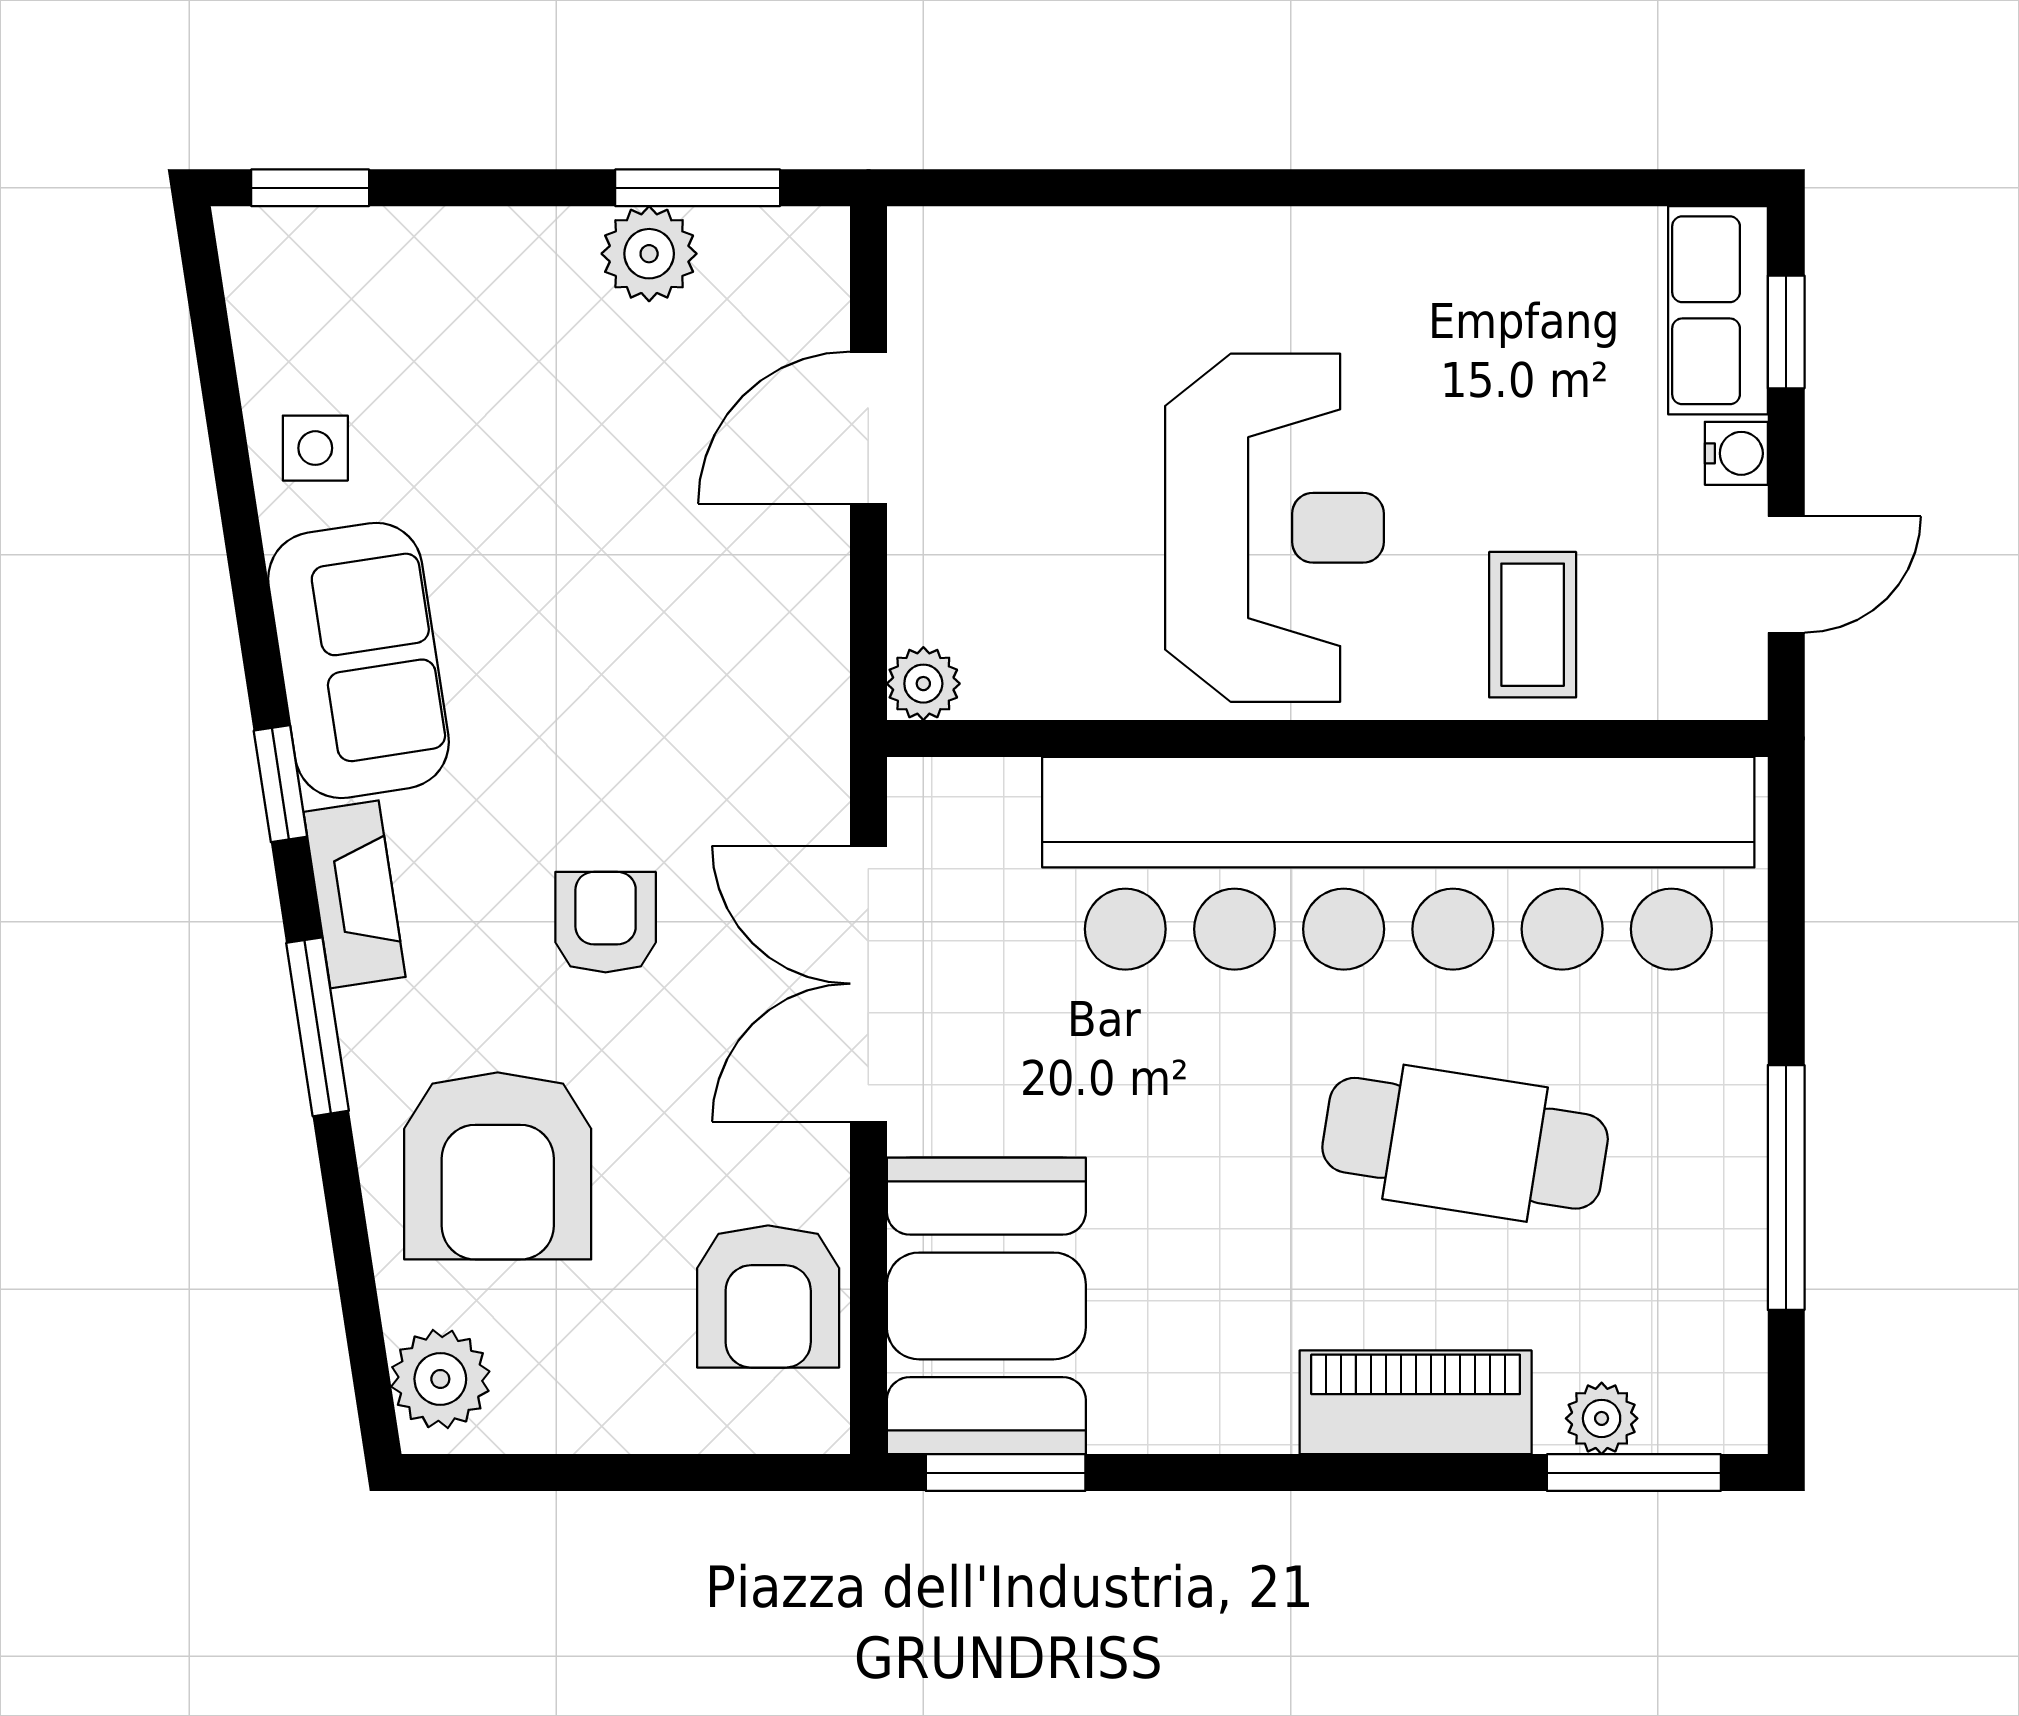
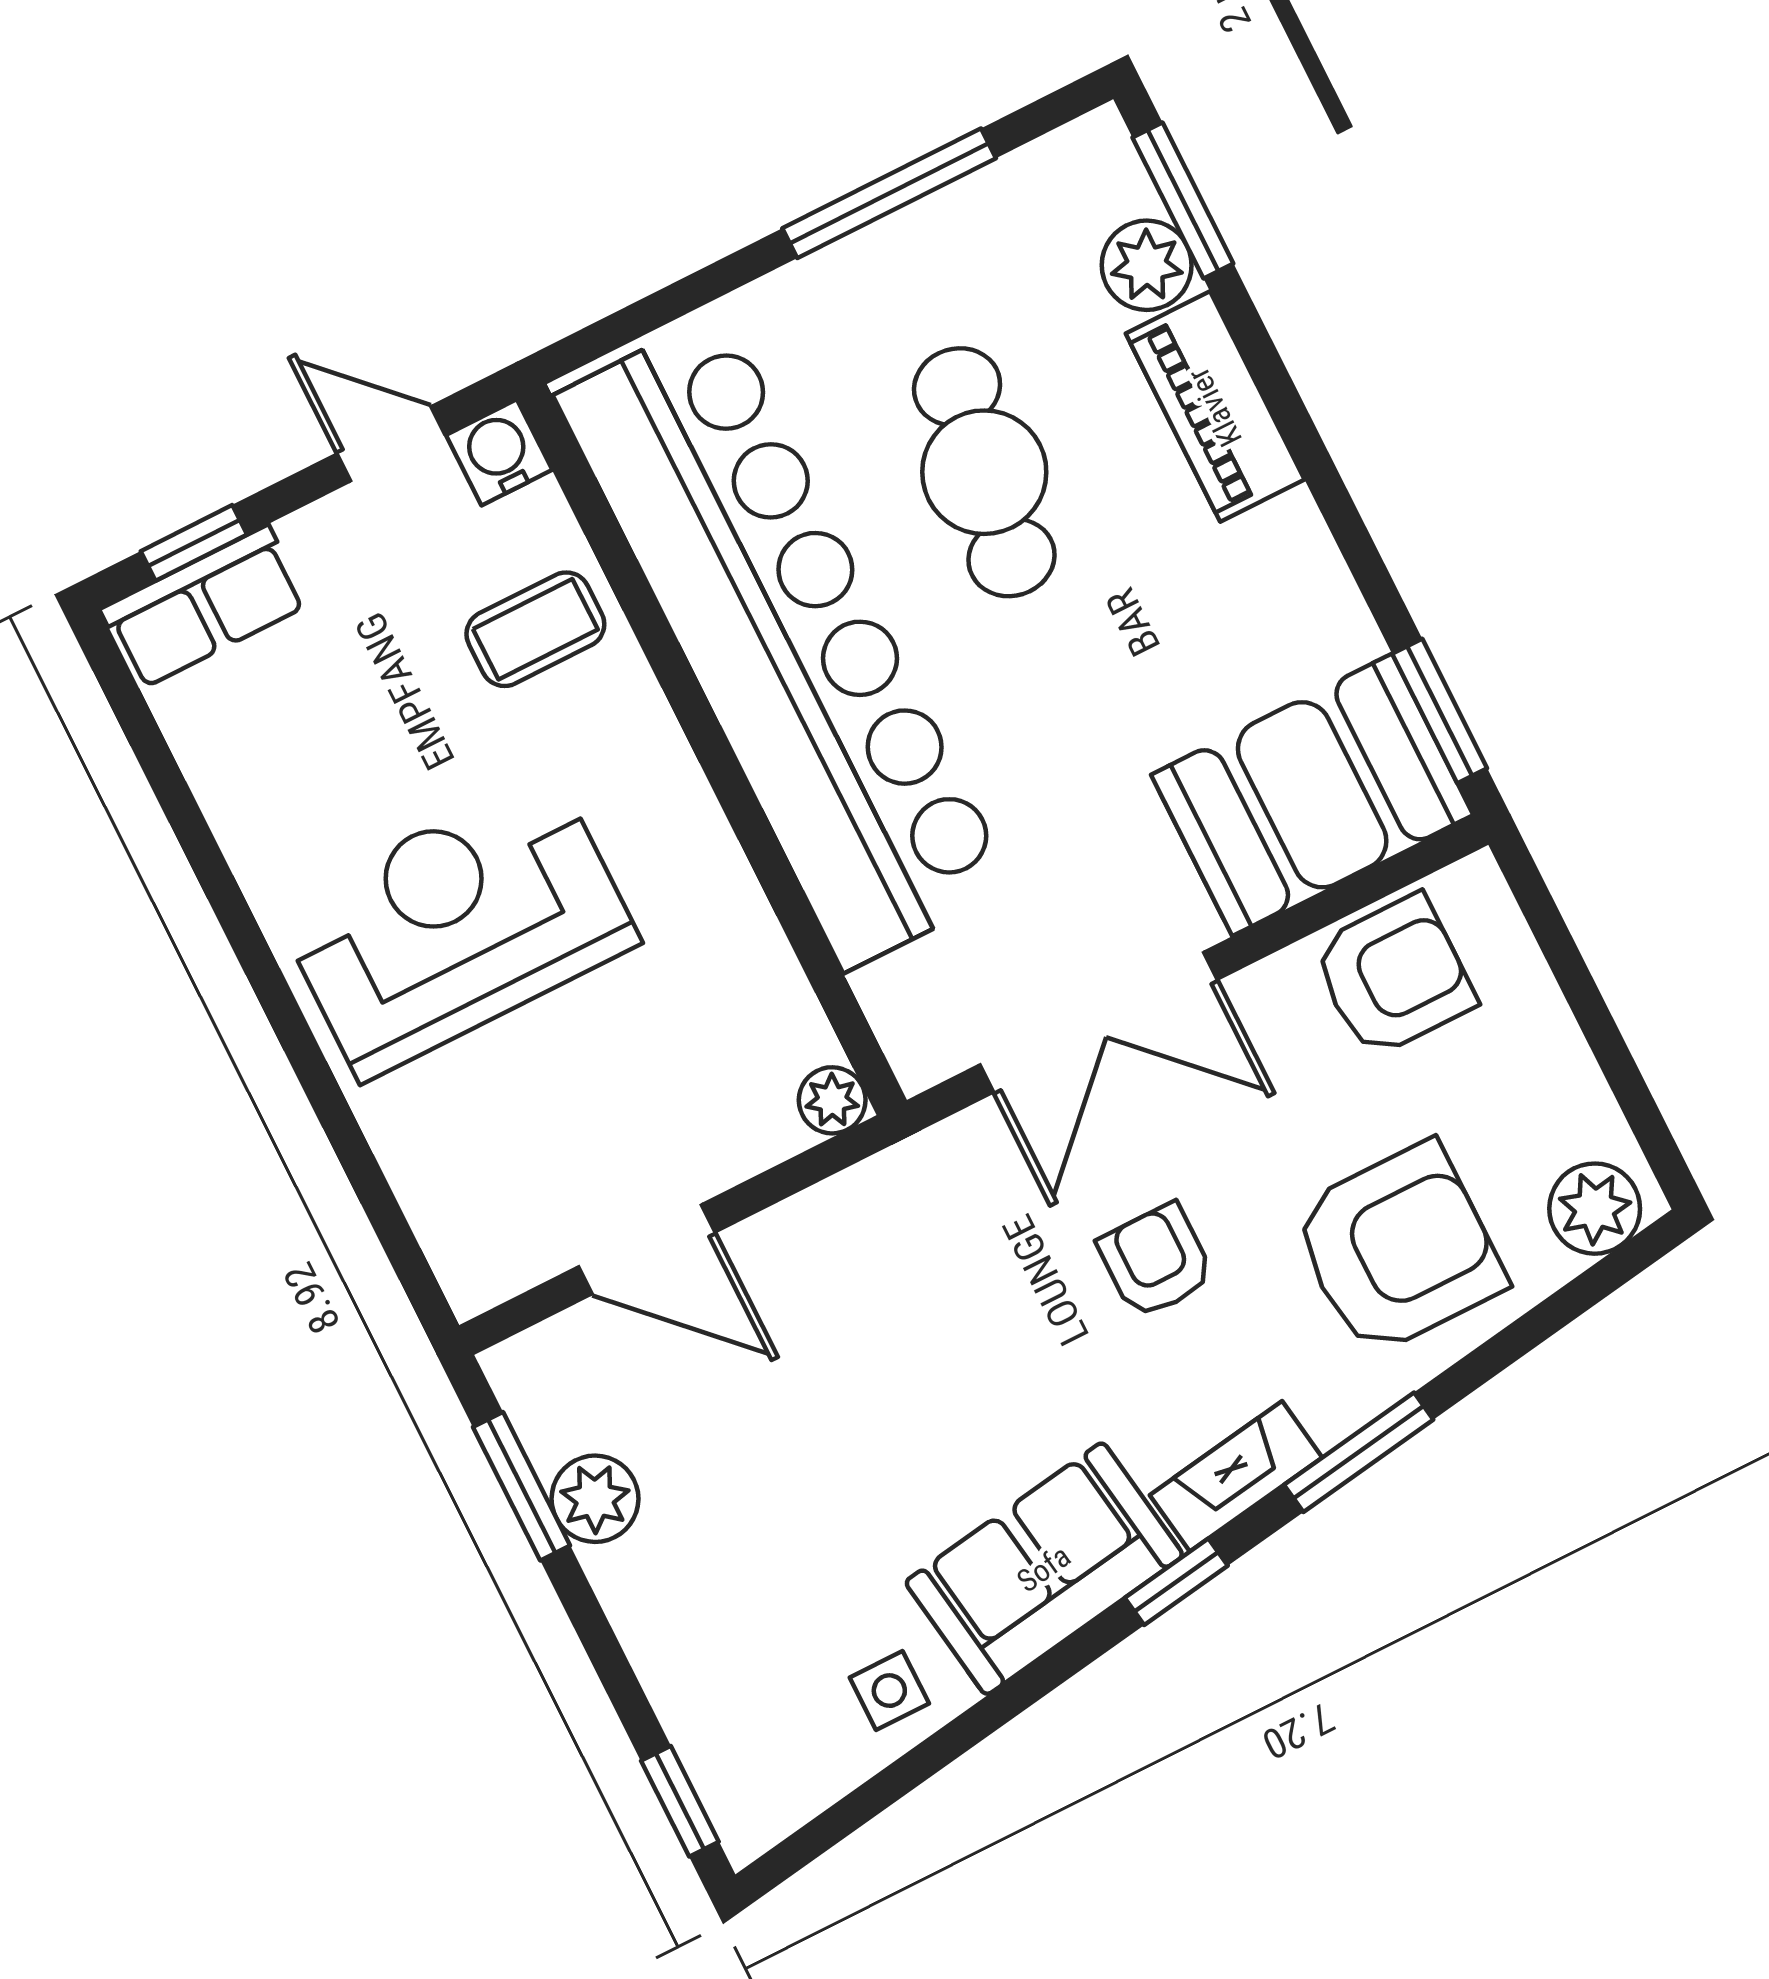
water cooler: (1736, 453) -> (499, 452), moved, width x1.38, depth x1.38
reception desk: (1274, 528) -> (457, 925), moved
armchair: (606, 922) -> (1156, 1261), turned 90
plant: (1602, 1418) -> (1147, 265), width x1.38, depth x1.38

